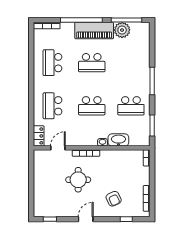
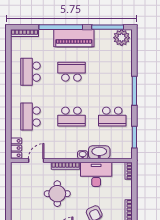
plant: (122, 30) -> (122, 38), moved
school desk: (92, 63) -> (71, 72), turned 180
desk: (115, 161) -> (96, 174), added

